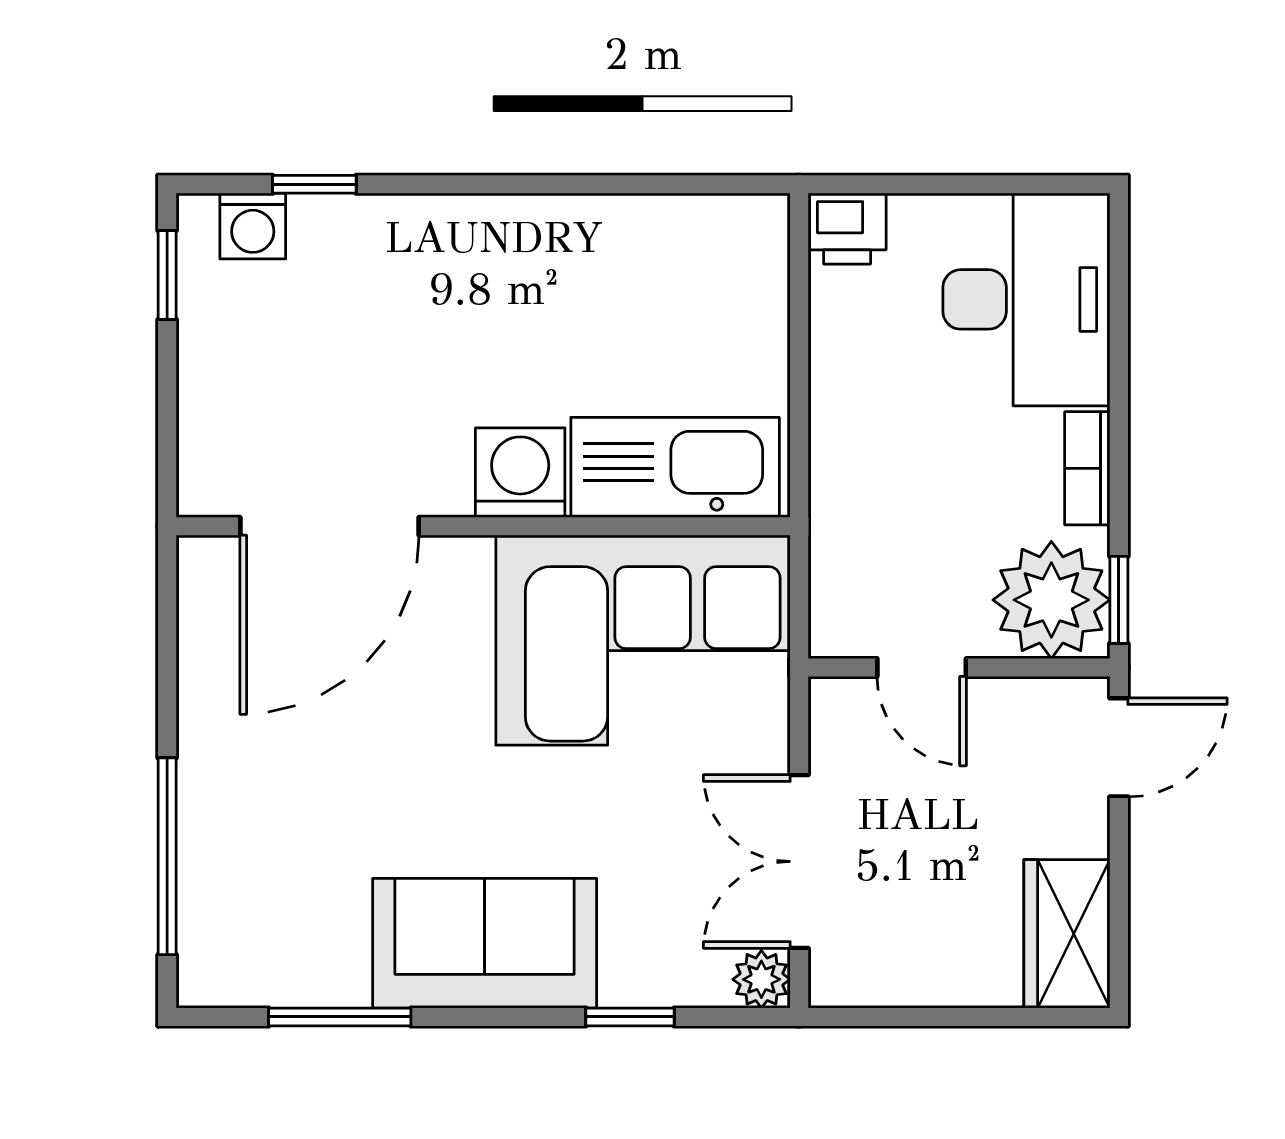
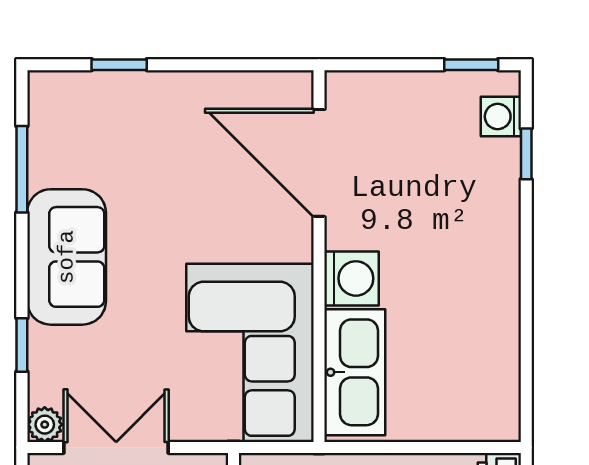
window: (167, 856) -> (119, 65), width x0.46

